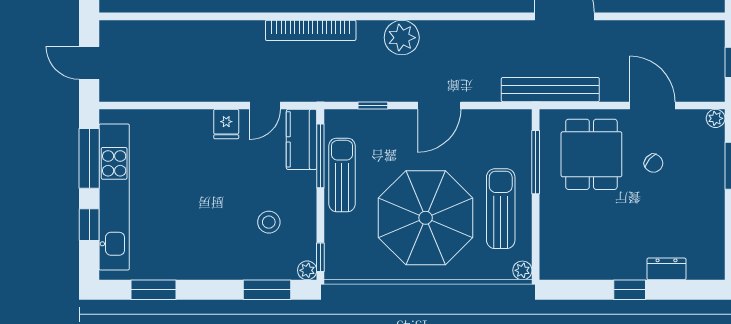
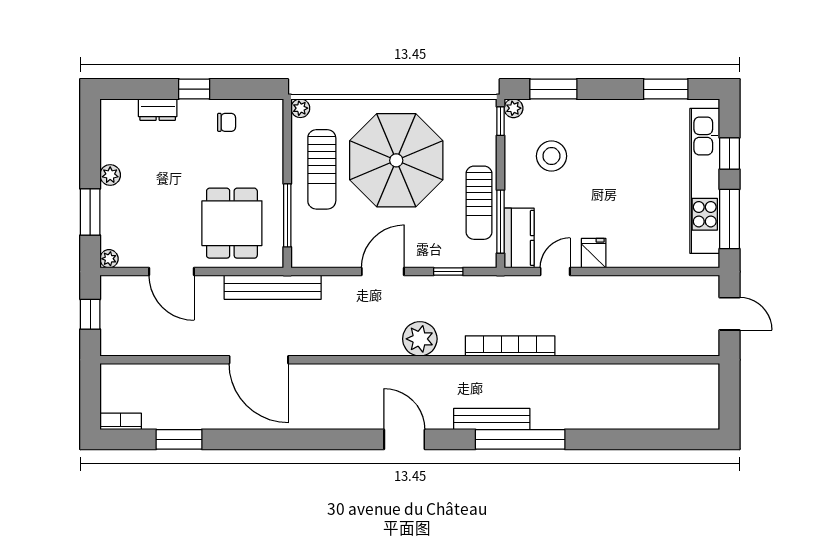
chair: (654, 163) -> (227, 122), moved, turned 139
plant: (714, 203) -> (110, 175), added
stool: (269, 222) -> (551, 156), width x1.38, depth x1.38

